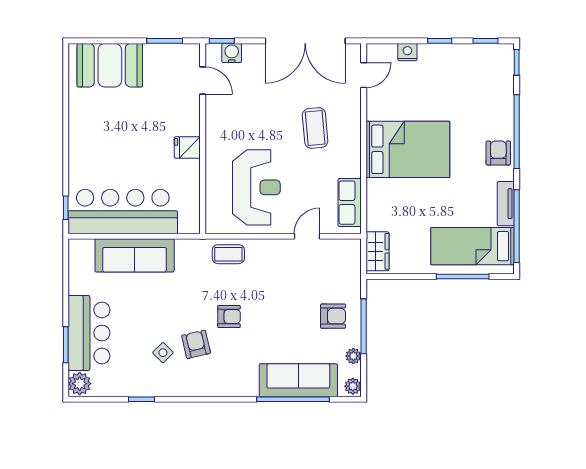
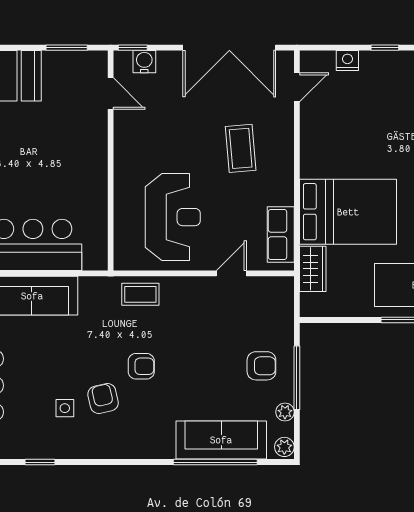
fridge: (187, 147) -> (93, 171), removed
bed: (408, 149) -> (348, 212), moved
wardrobe: (377, 251) -> (313, 269), moved
side table: (163, 353) -> (65, 408), turned 45

